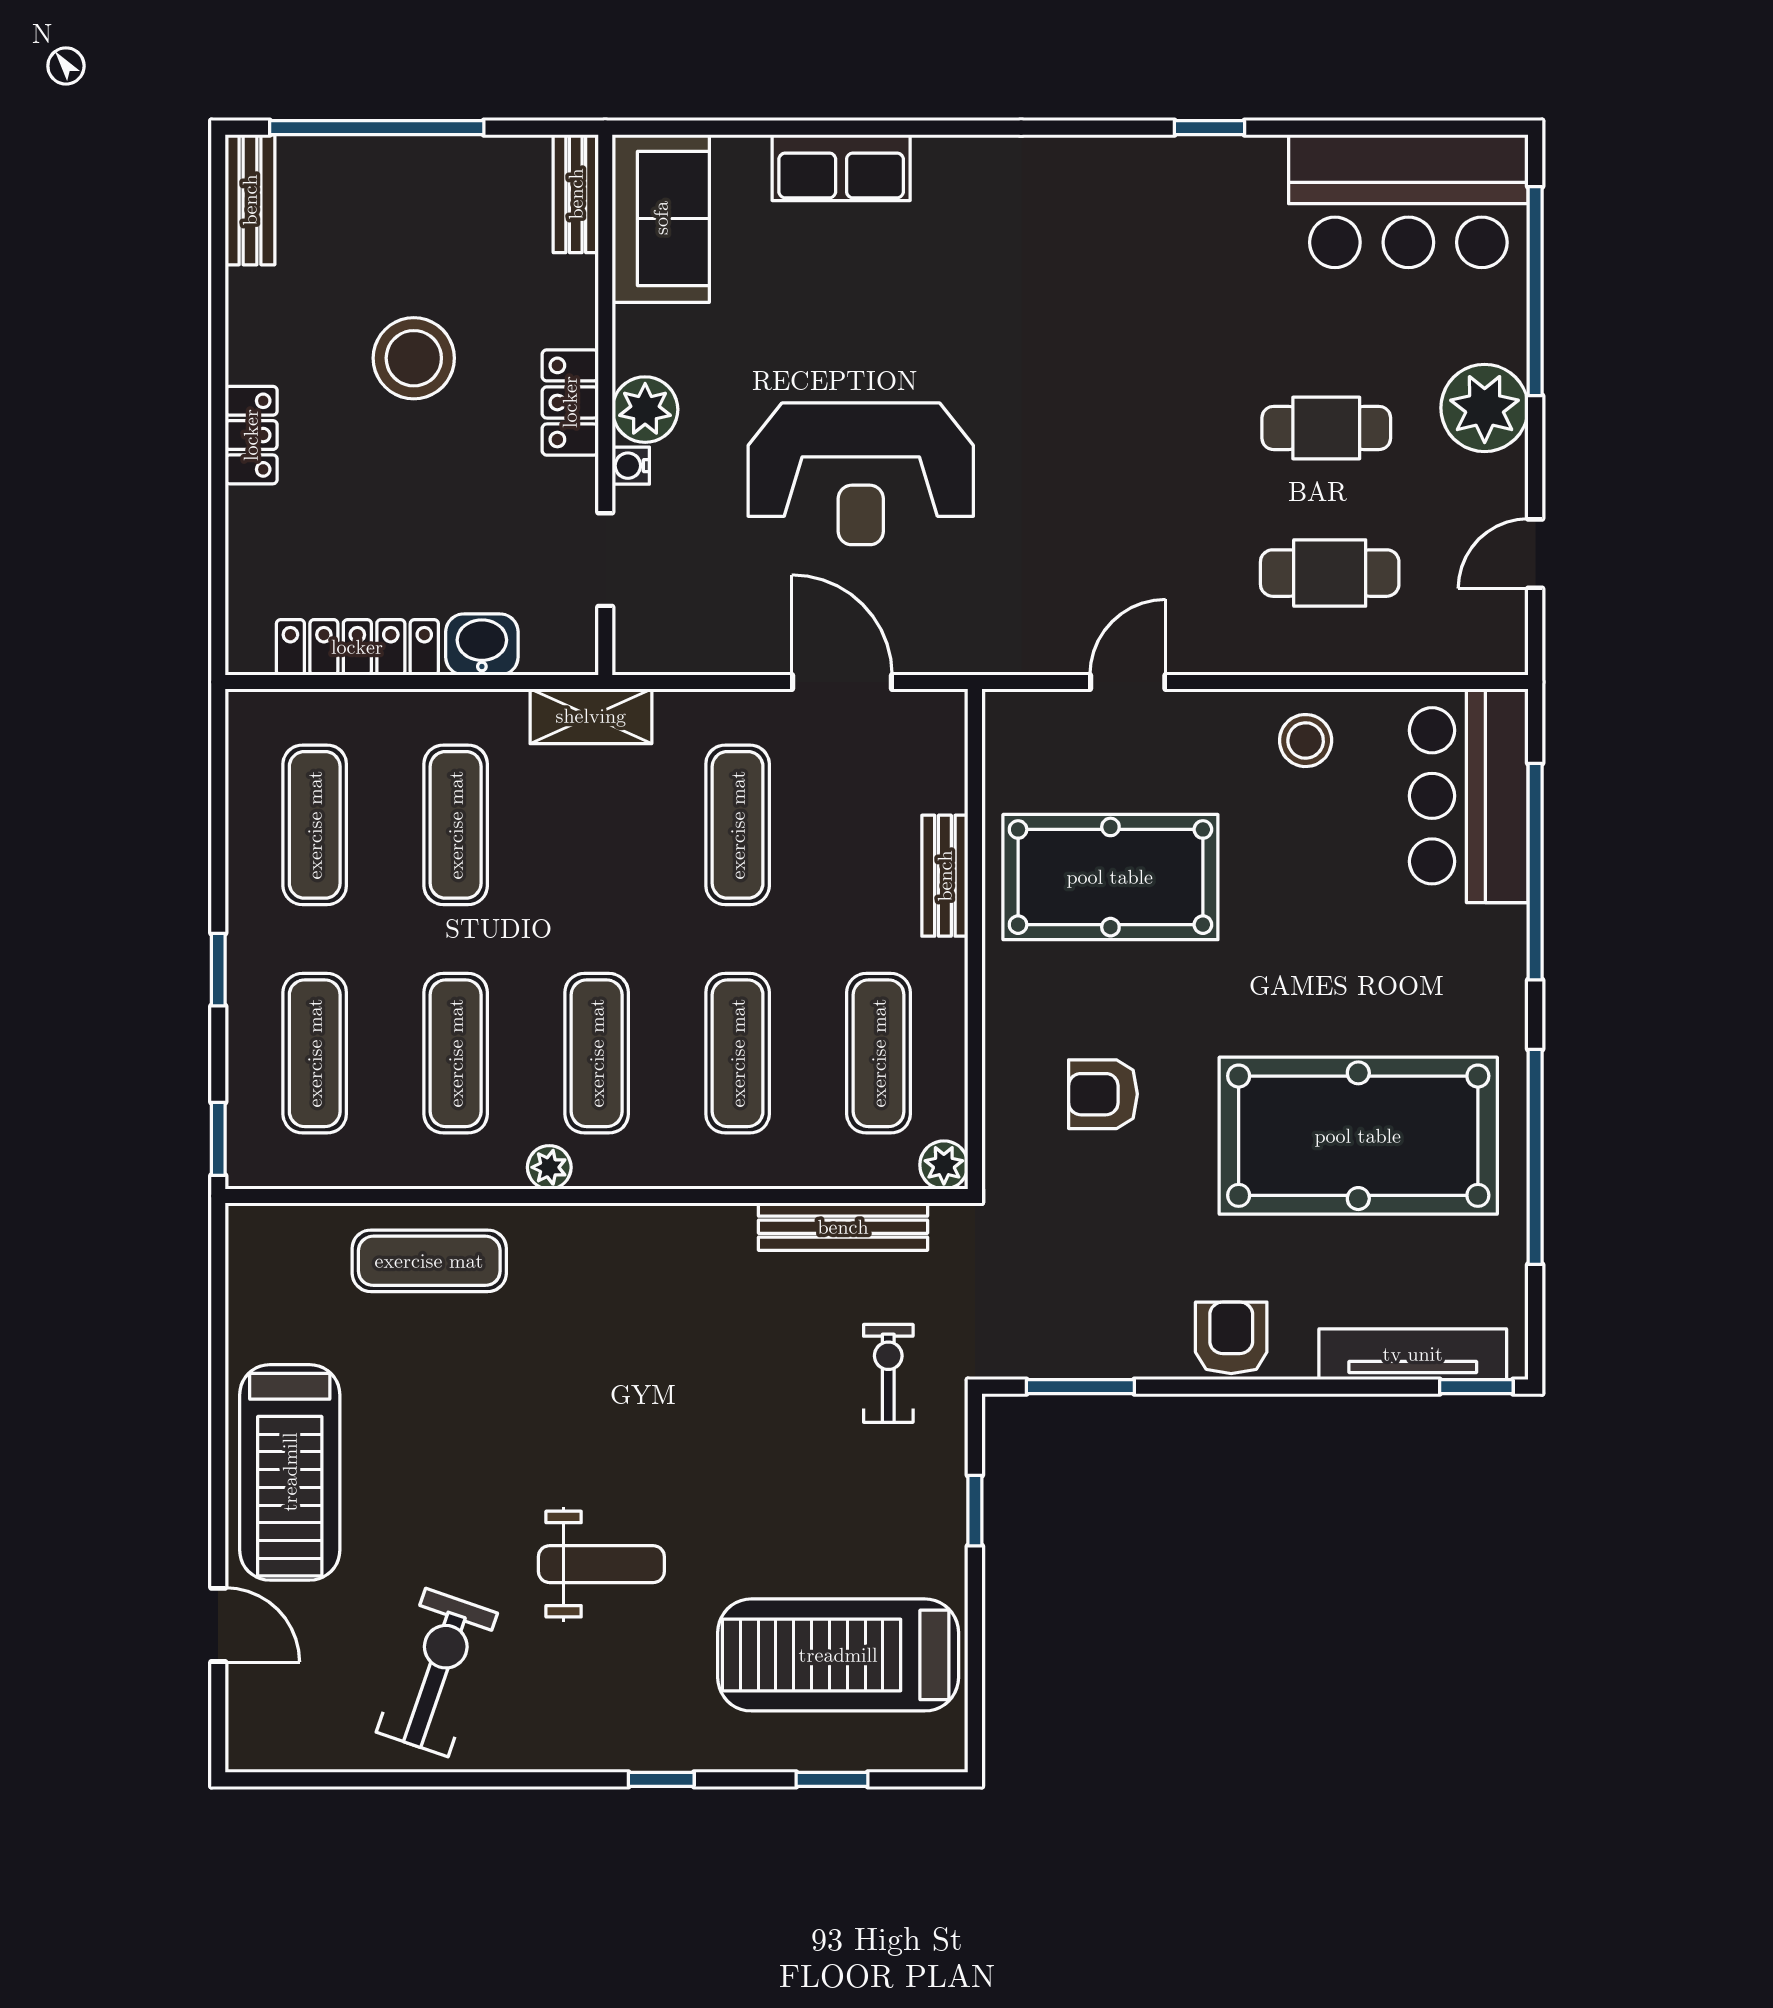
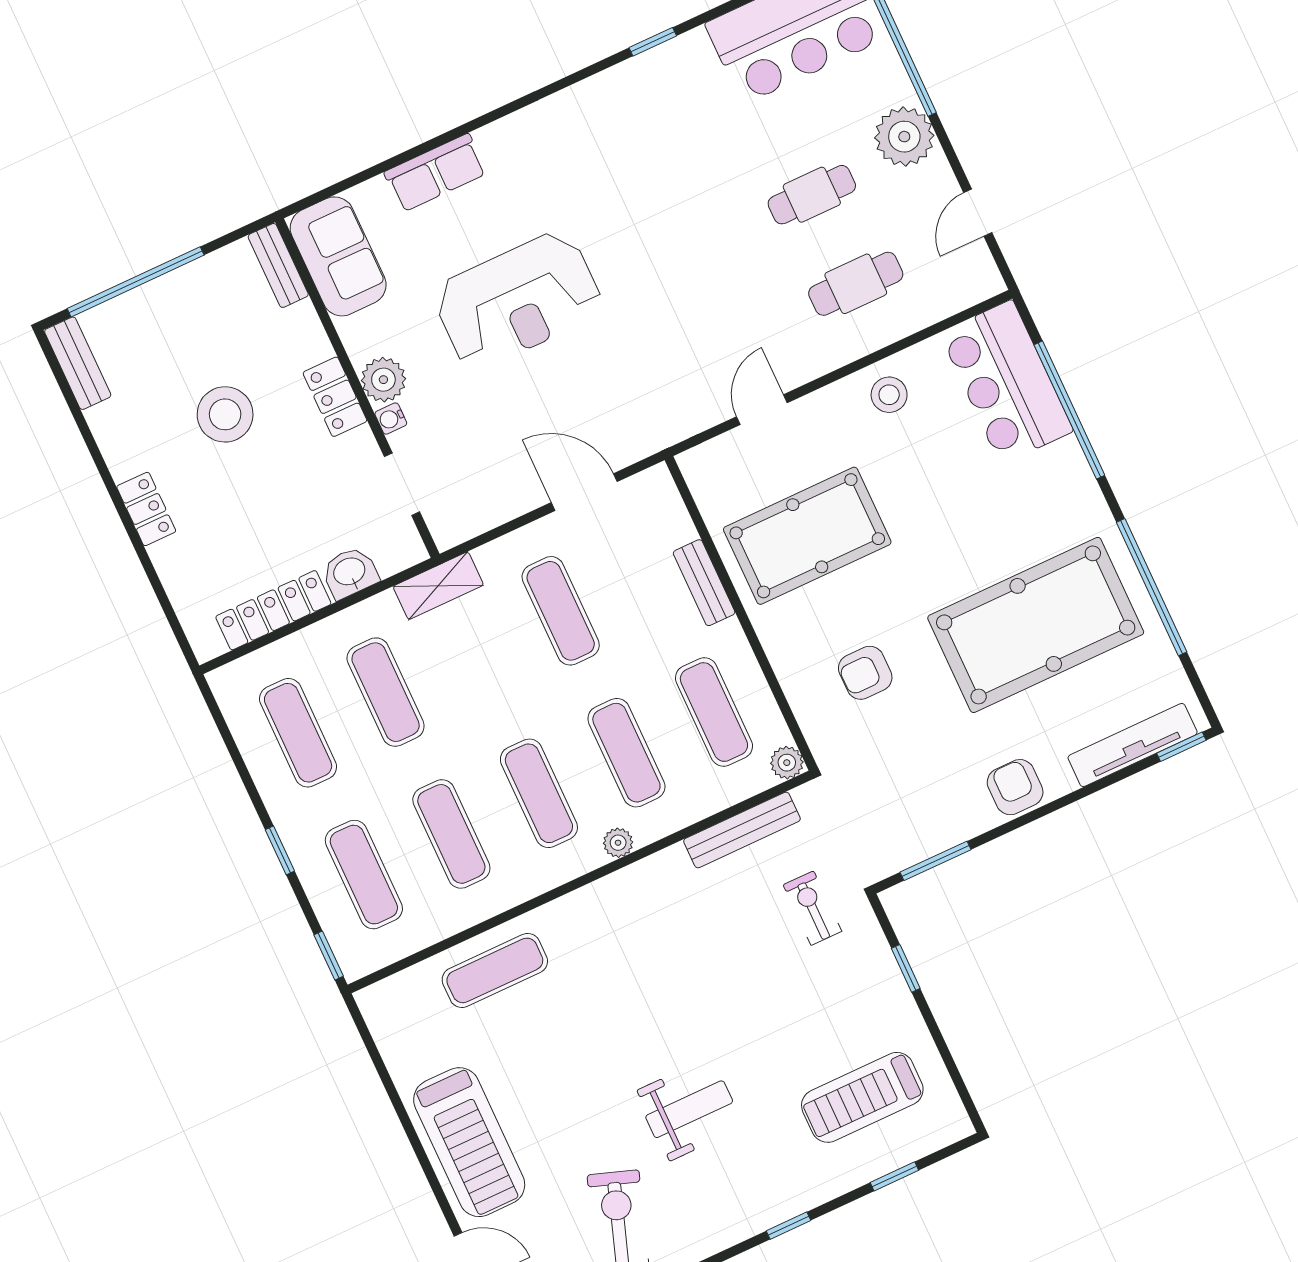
reception desk: (861, 474) -> (518, 300), moved
plant: (549, 1167) -> (618, 843), moved
treadmill: (838, 1655) -> (862, 1097), width x0.73, depth x0.73

